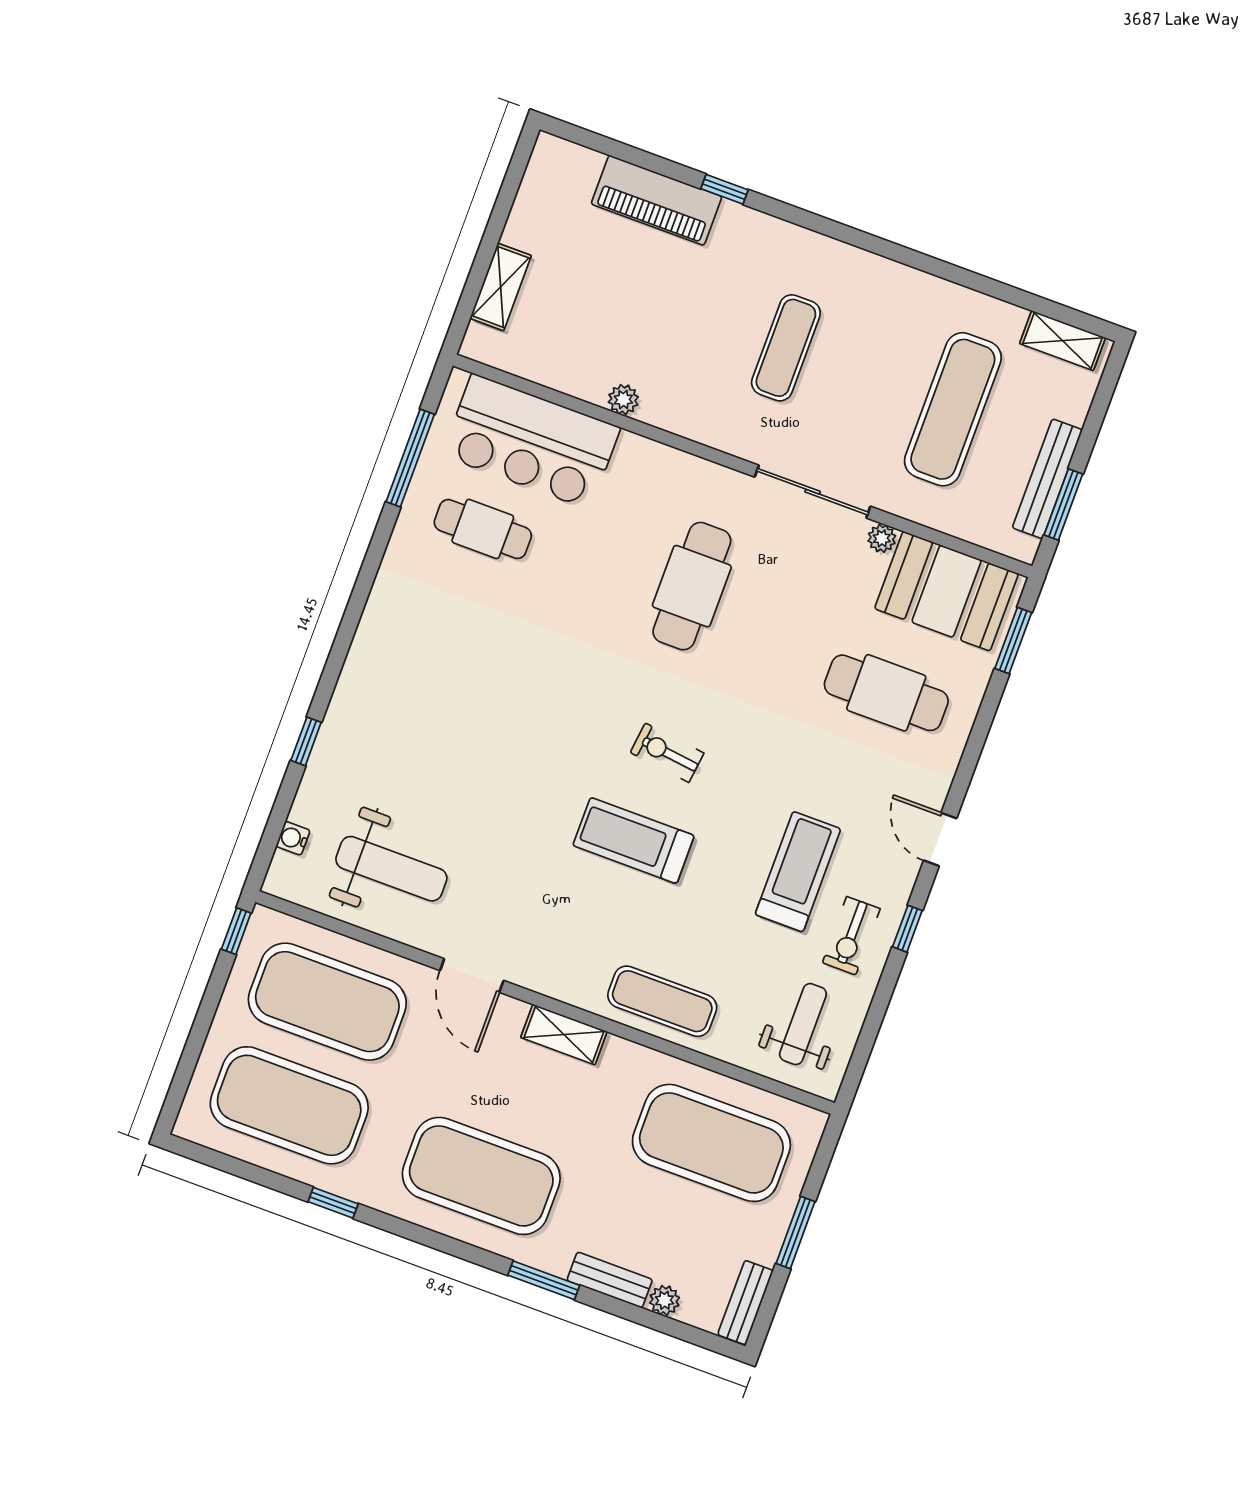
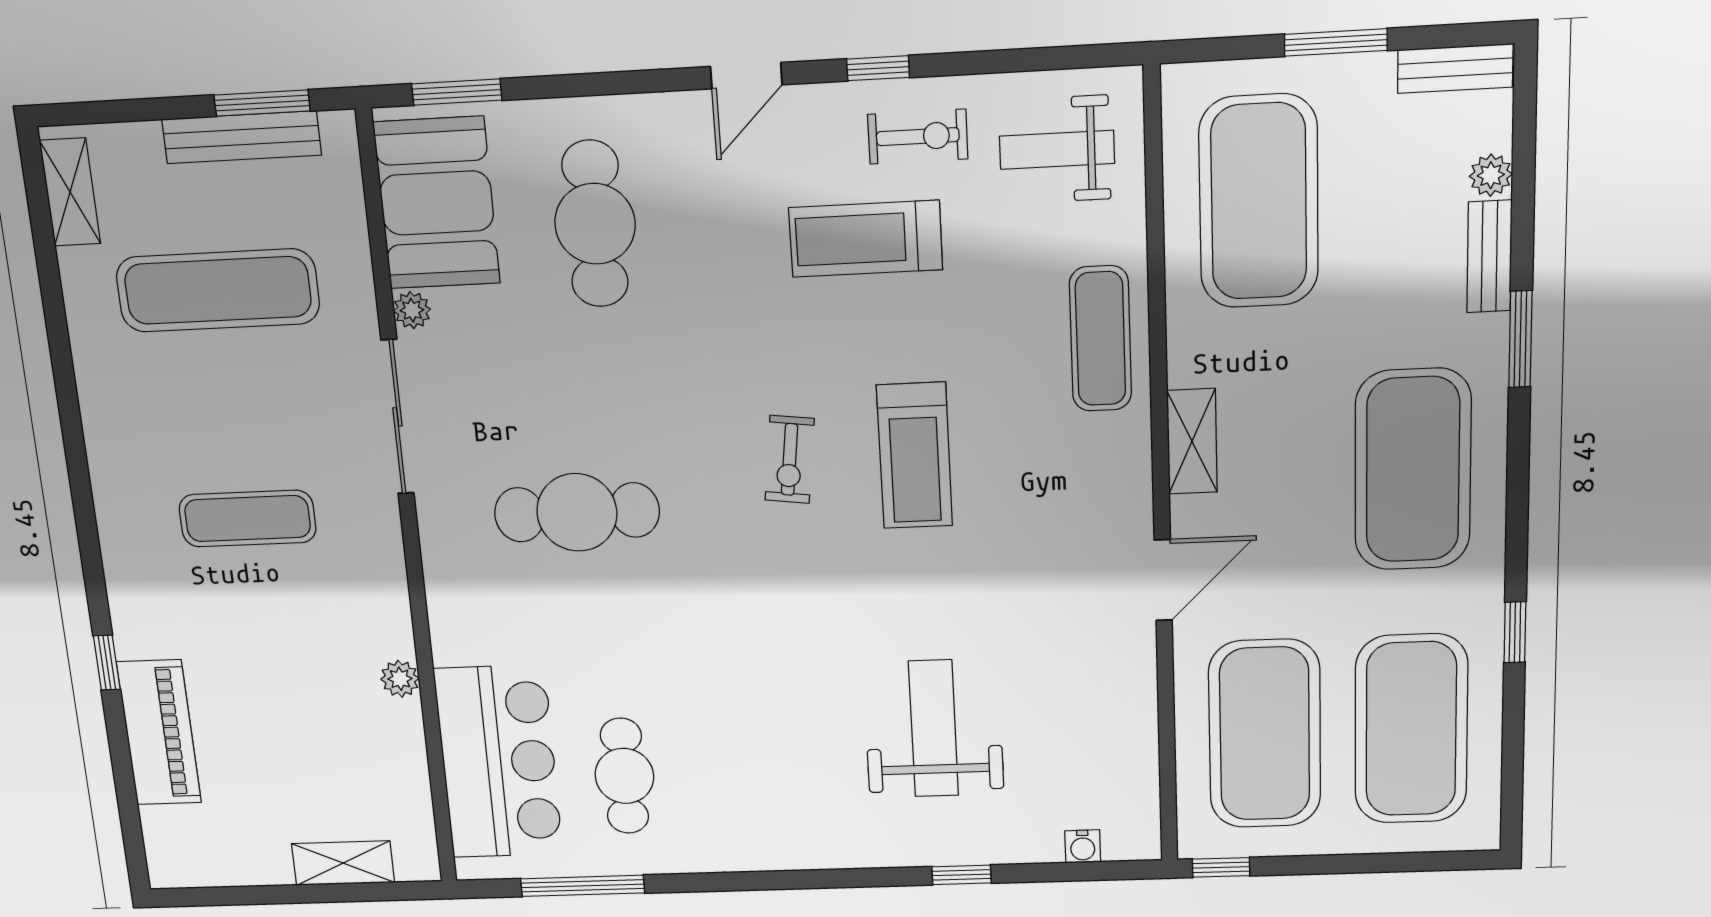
weight bench: (391, 869) -> (933, 729), moved

